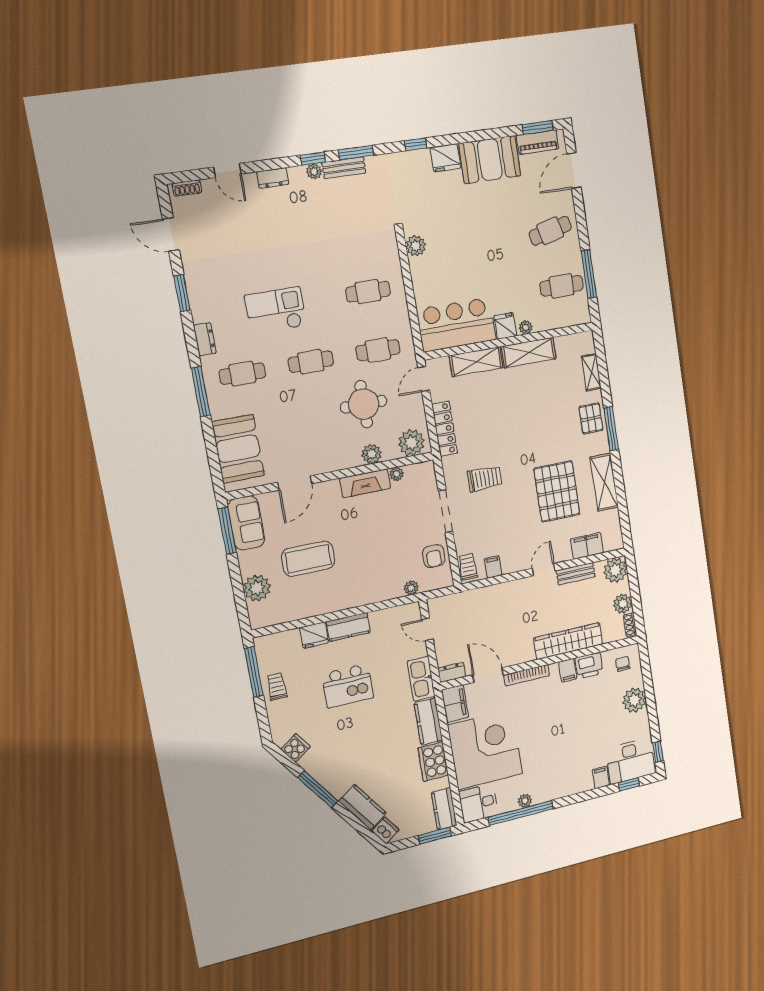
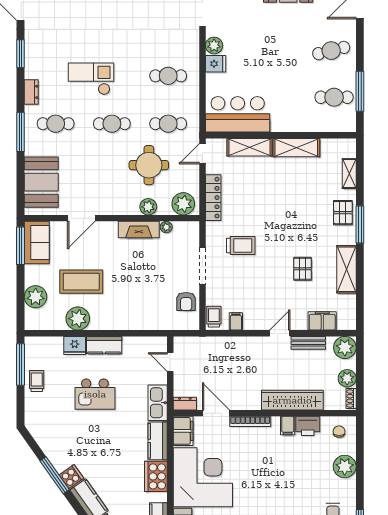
fridge: (505, 326) -> (216, 64), moved, turned 90
plant: (526, 327) -> (297, 126), removed
pallet: (557, 491) -> (303, 269), width x0.49, depth x0.50
plant: (411, 588) -> (78, 319), moved, width x1.88, depth x1.88
cooker: (296, 748) -> (71, 477), moved

